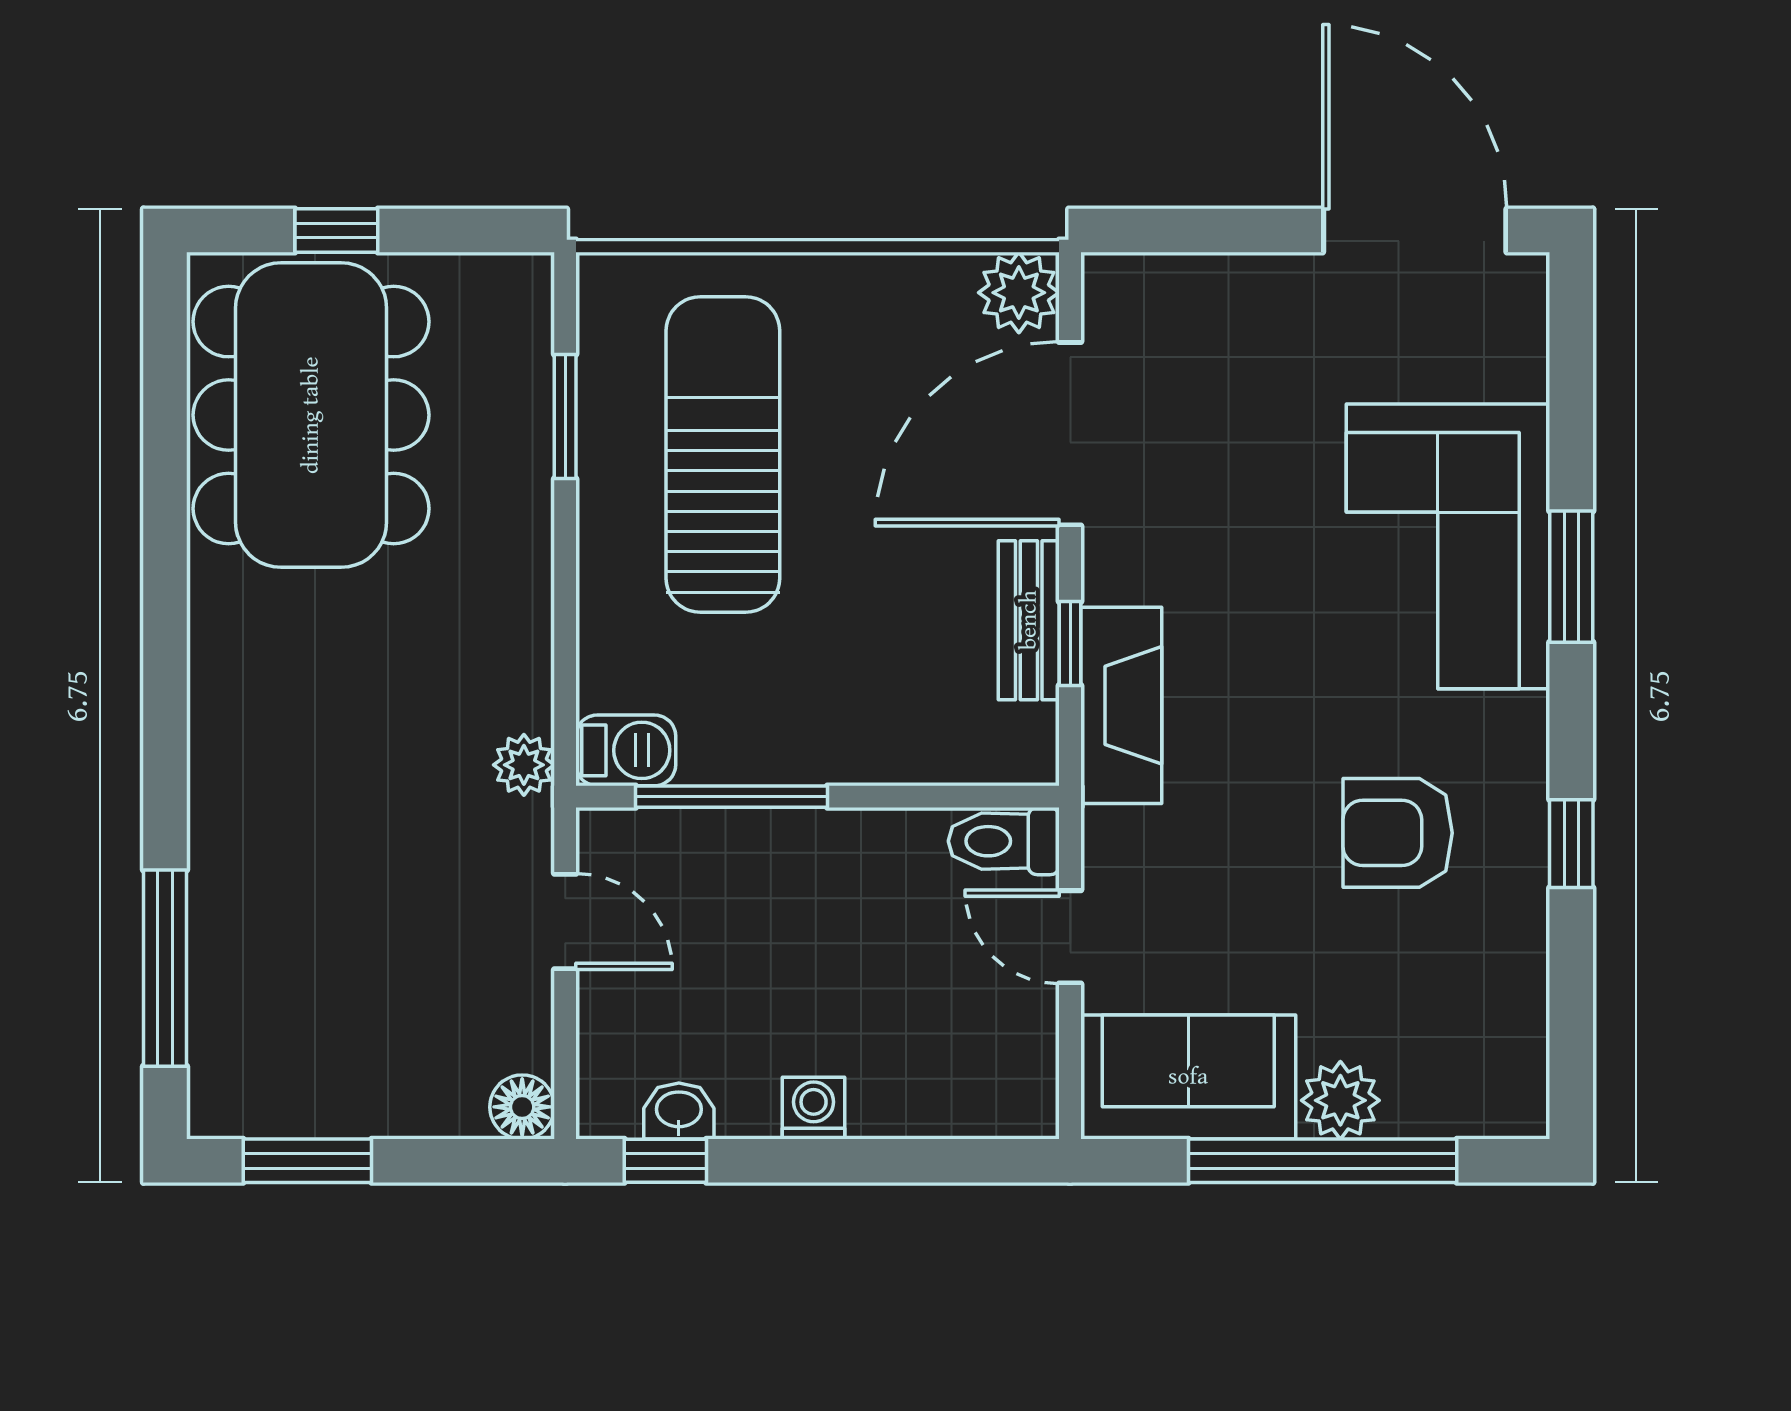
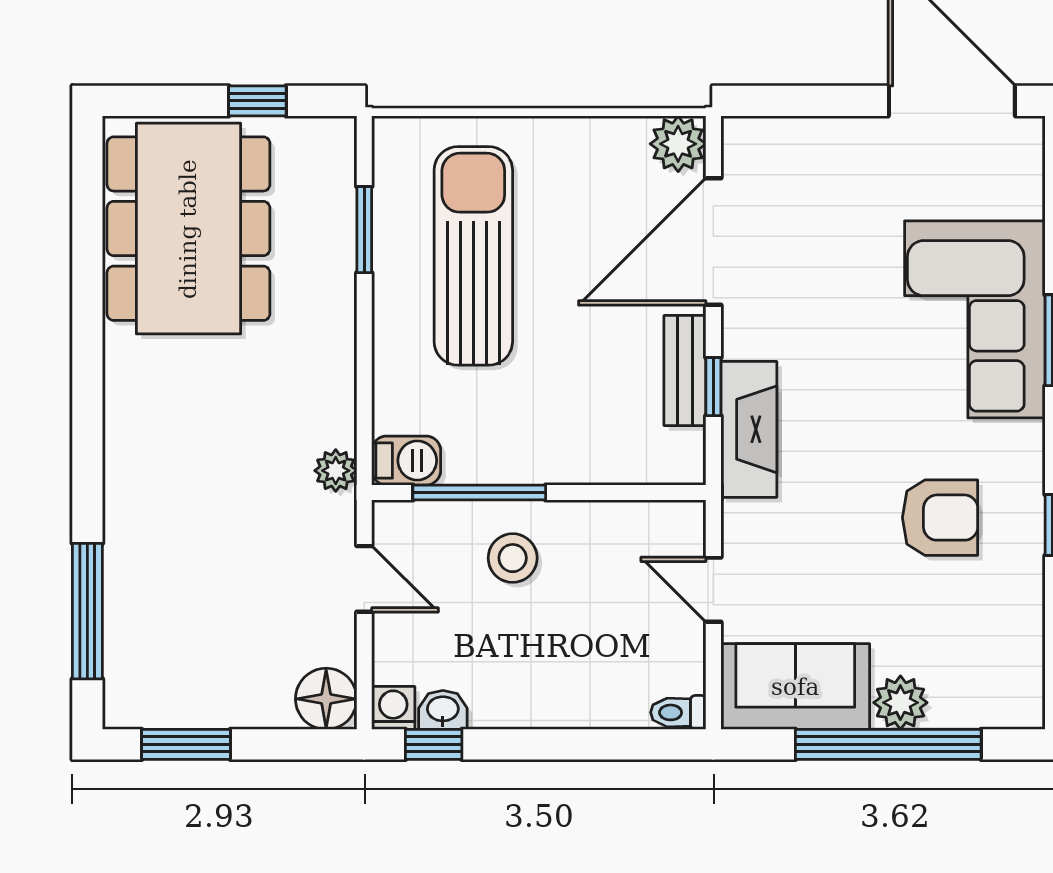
window: (336, 230) -> (257, 101), moved
armchair: (1398, 833) -> (940, 518), turned 180
toilet: (1004, 841) -> (678, 712), moved, width x0.73, depth x0.72
stool: (780, 891) -> (513, 558), added
floor lamp: (522, 1107) -> (326, 699), width x1.38, depth x1.38
washing machine: (814, 1108) -> (393, 708), moved

